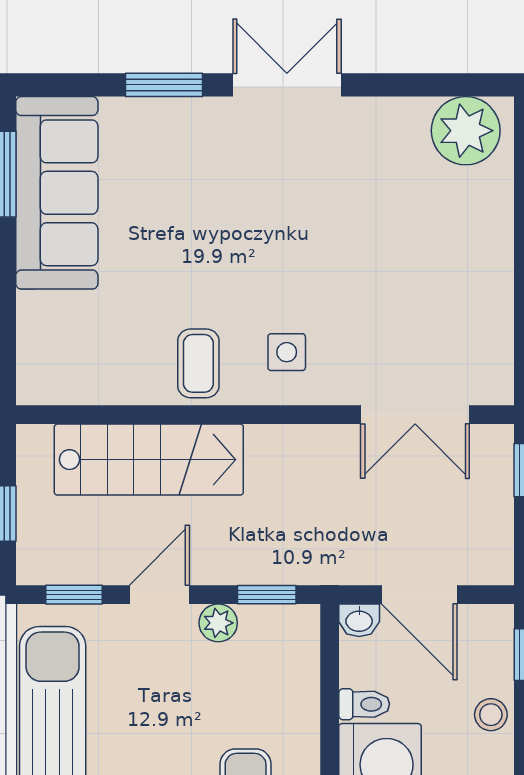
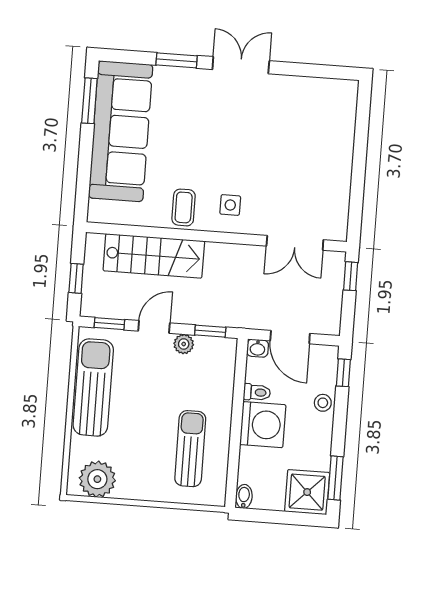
plant: (466, 131) -> (333, 96), removed
sofa: (57, 193) -> (121, 131), width x1.36, depth x1.27

